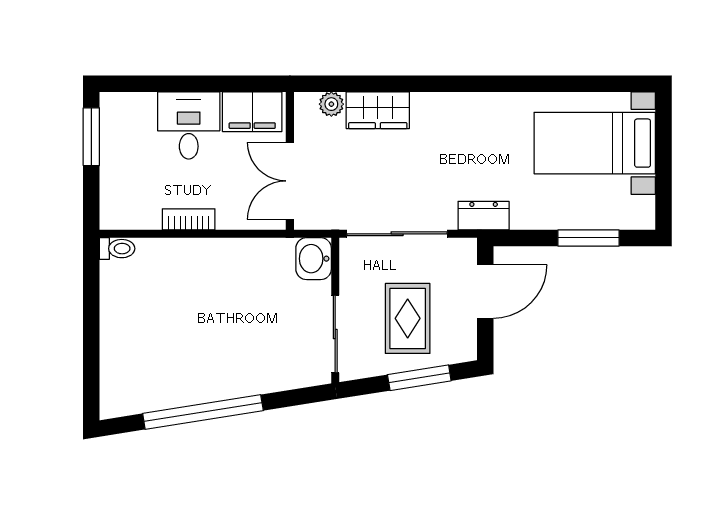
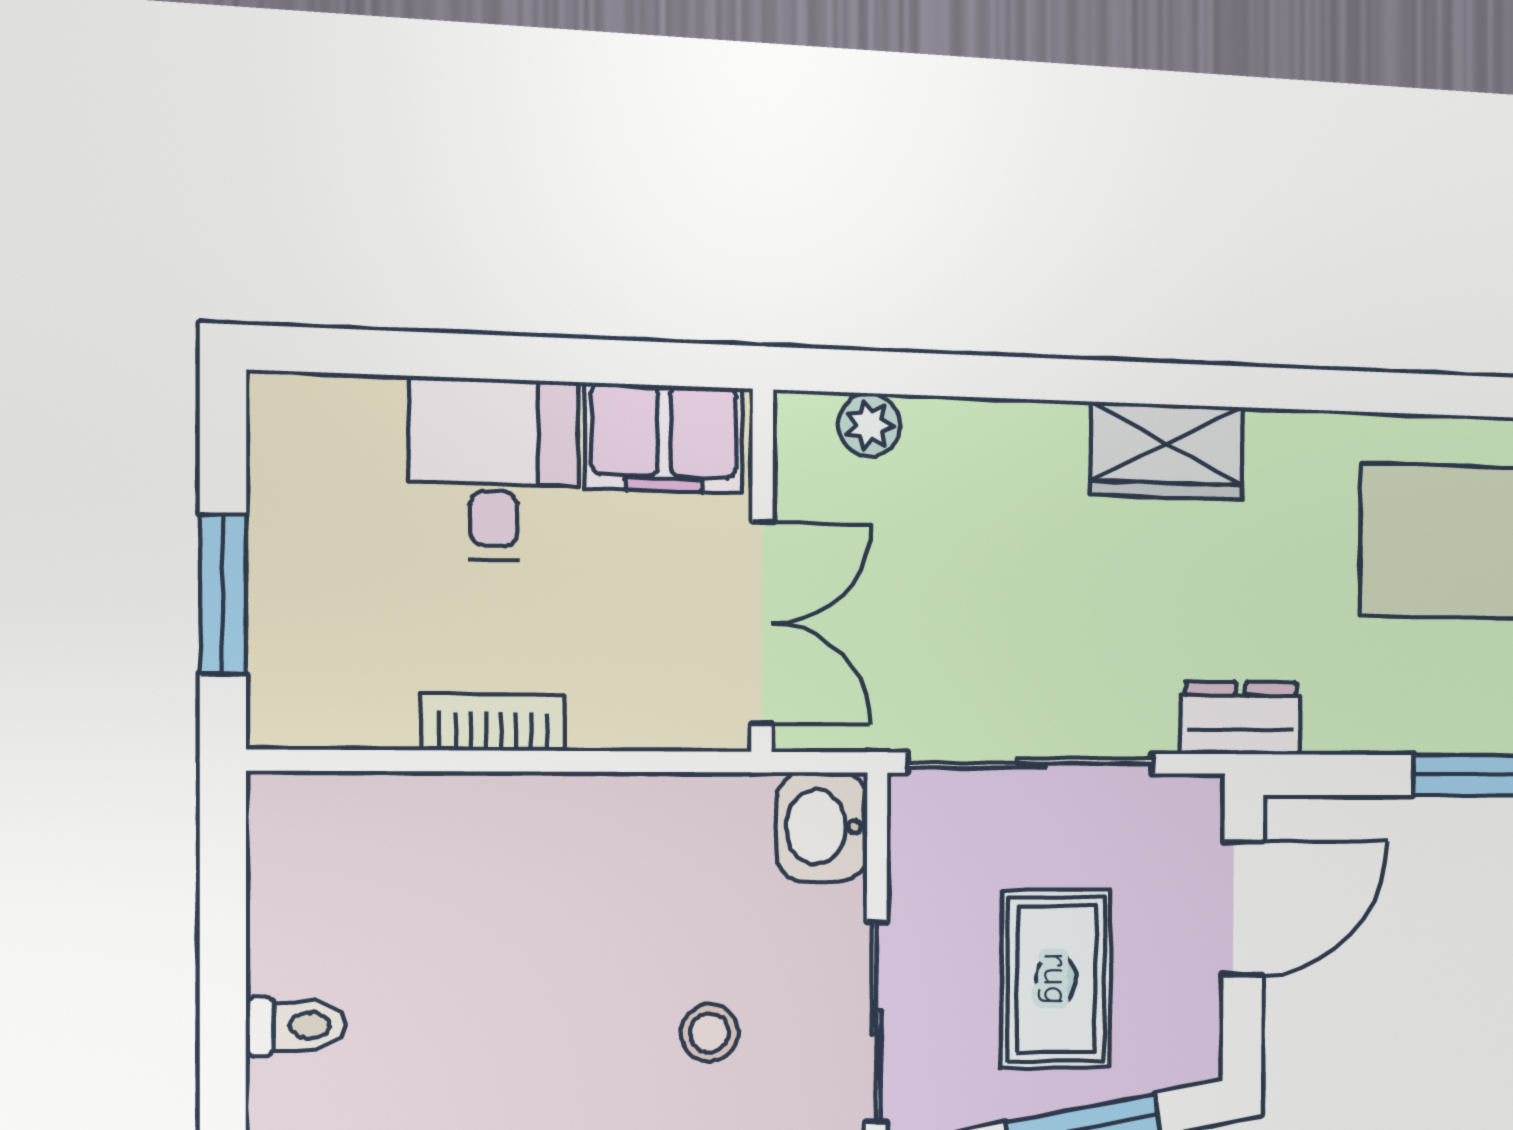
wardrobe: (378, 110) -> (1167, 451), moved
window: (91, 137) -> (223, 594), moved
double door: (290, 181) -> (762, 623), swing flipped
toilet: (117, 249) -> (296, 1026), moved
stool: (270, 337) -> (709, 1033), added

